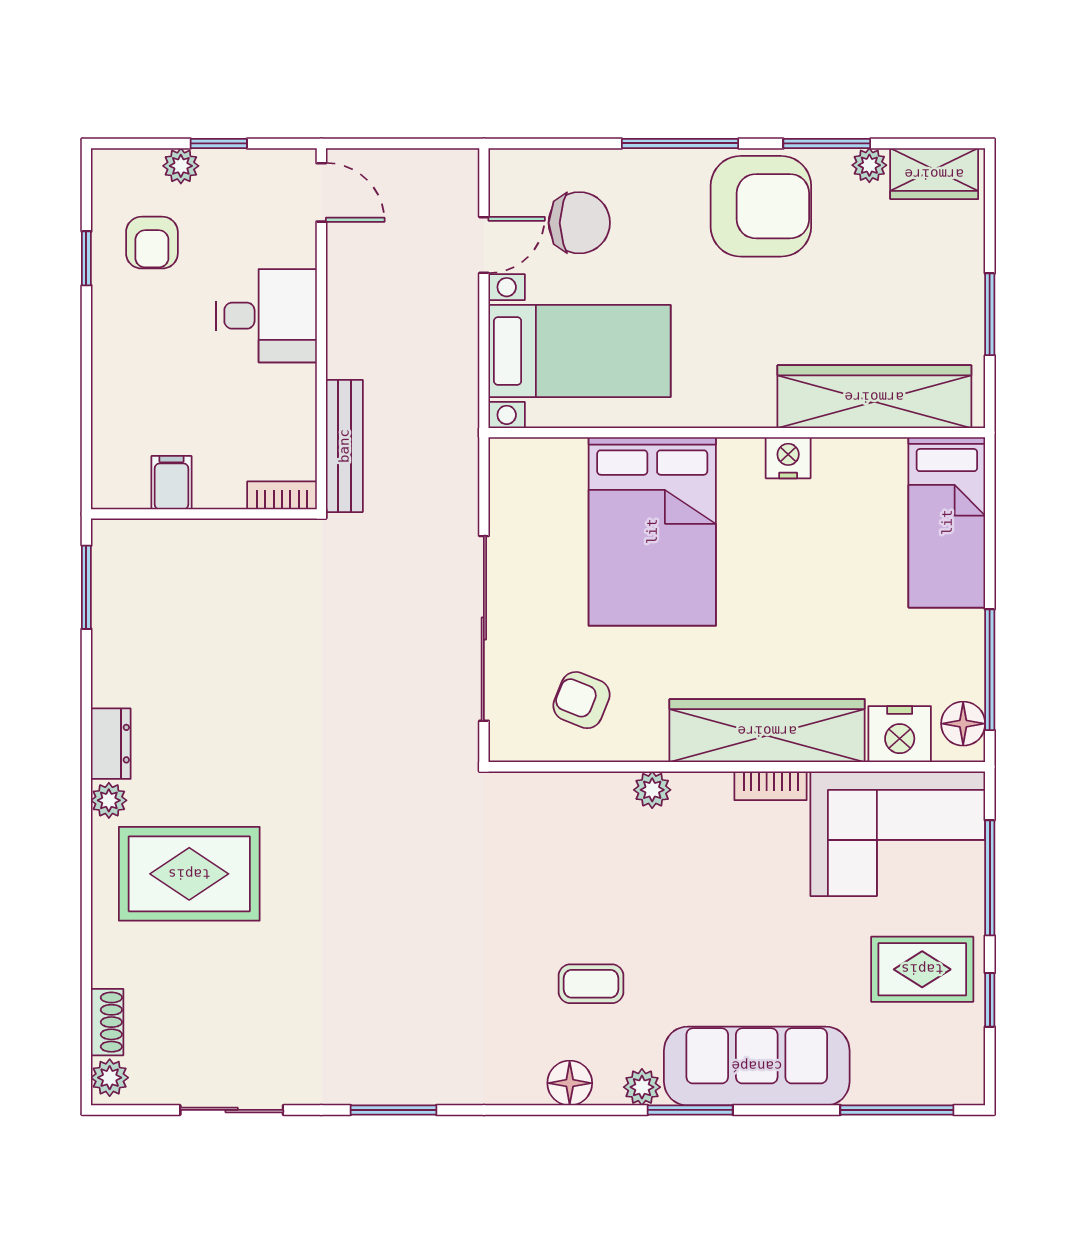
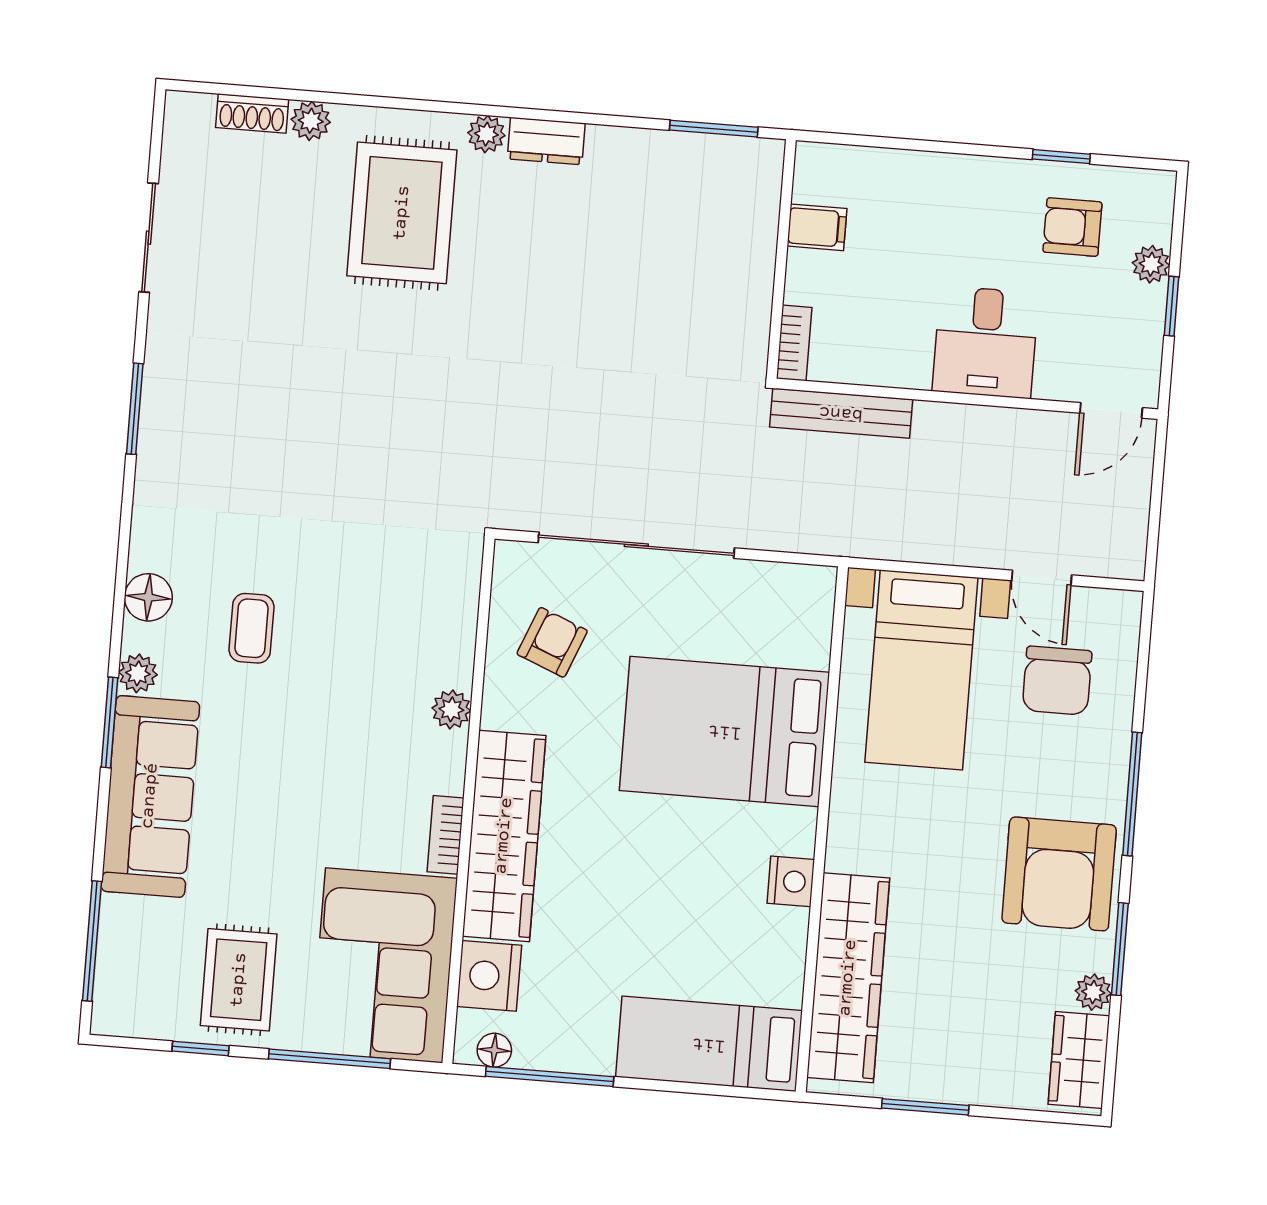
floor lamp: (963, 724) -> (494, 1050), width x0.73, depth x0.73
plant: (110, 1078) -> (311, 121), moved

